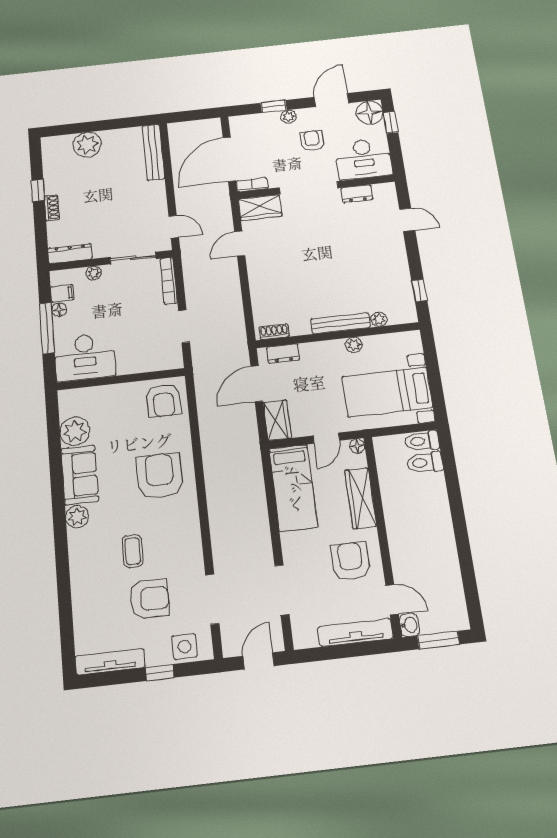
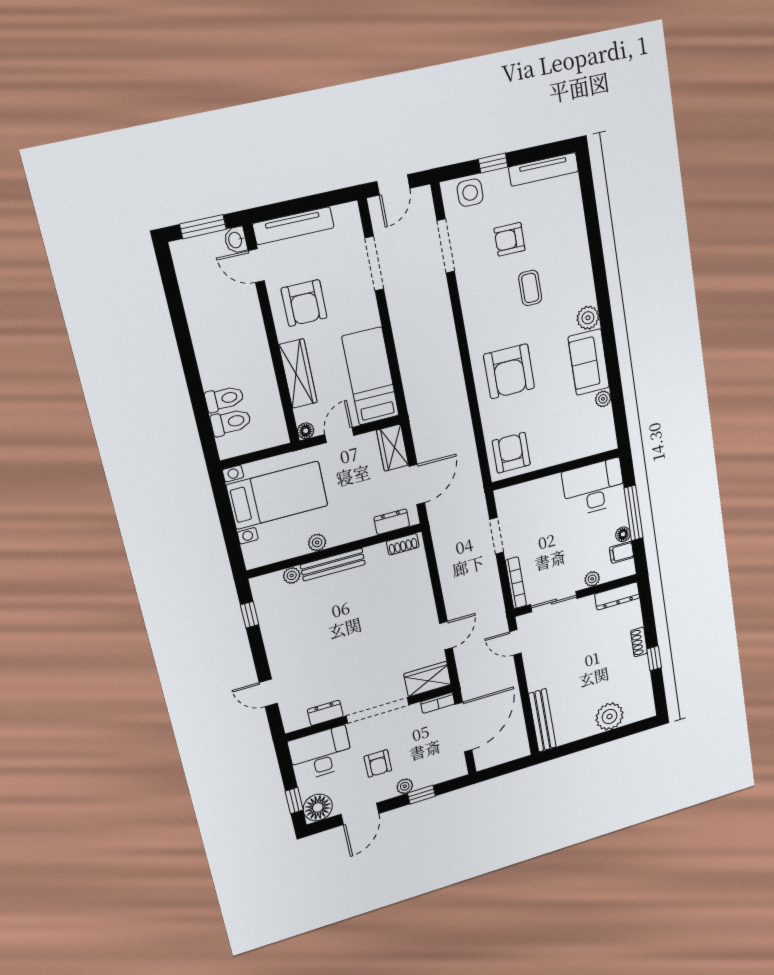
plant: (75, 431) -> (603, 399), width x0.53, depth x0.53
toilet: (422, 441) -> (224, 399), moved
armchair: (149, 599) -> (510, 239), width x0.72, depth x0.72

